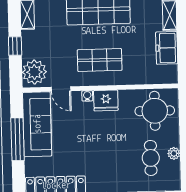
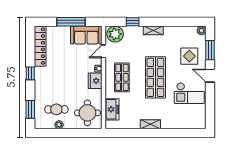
freezer: (167, 48) -> (112, 109), moved, turned 90
sofa: (37, 124) -> (86, 35), width x0.73

